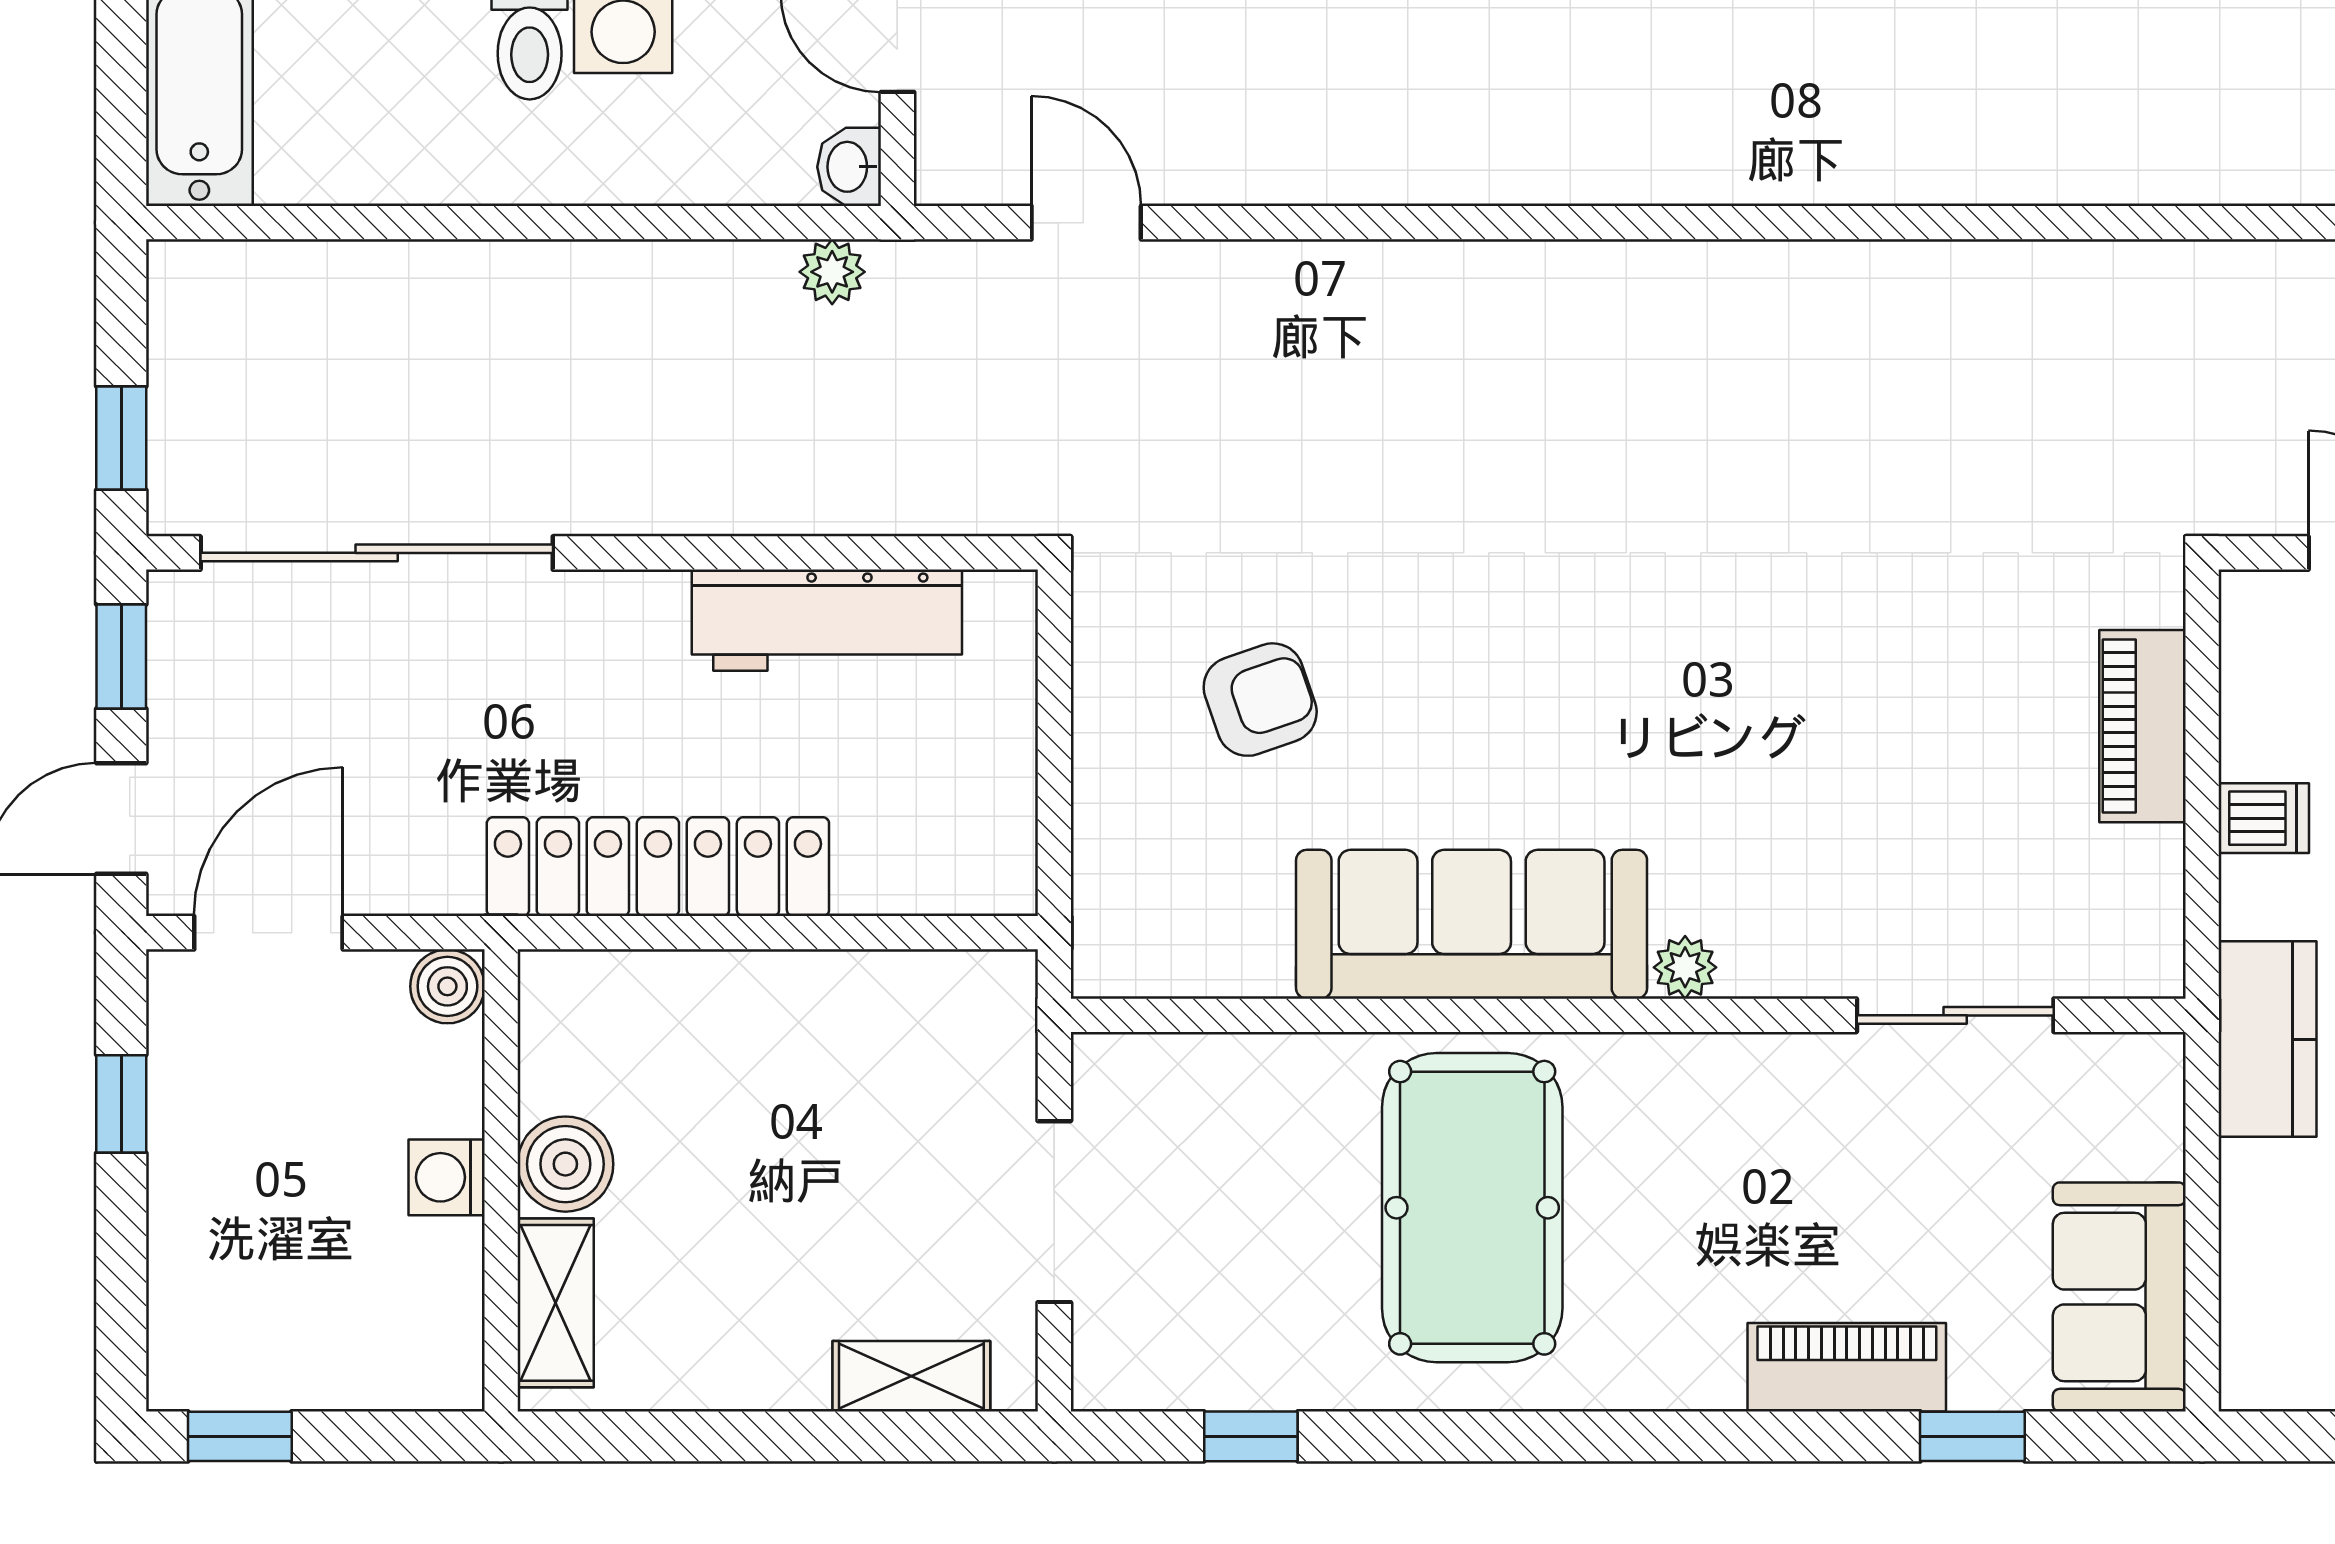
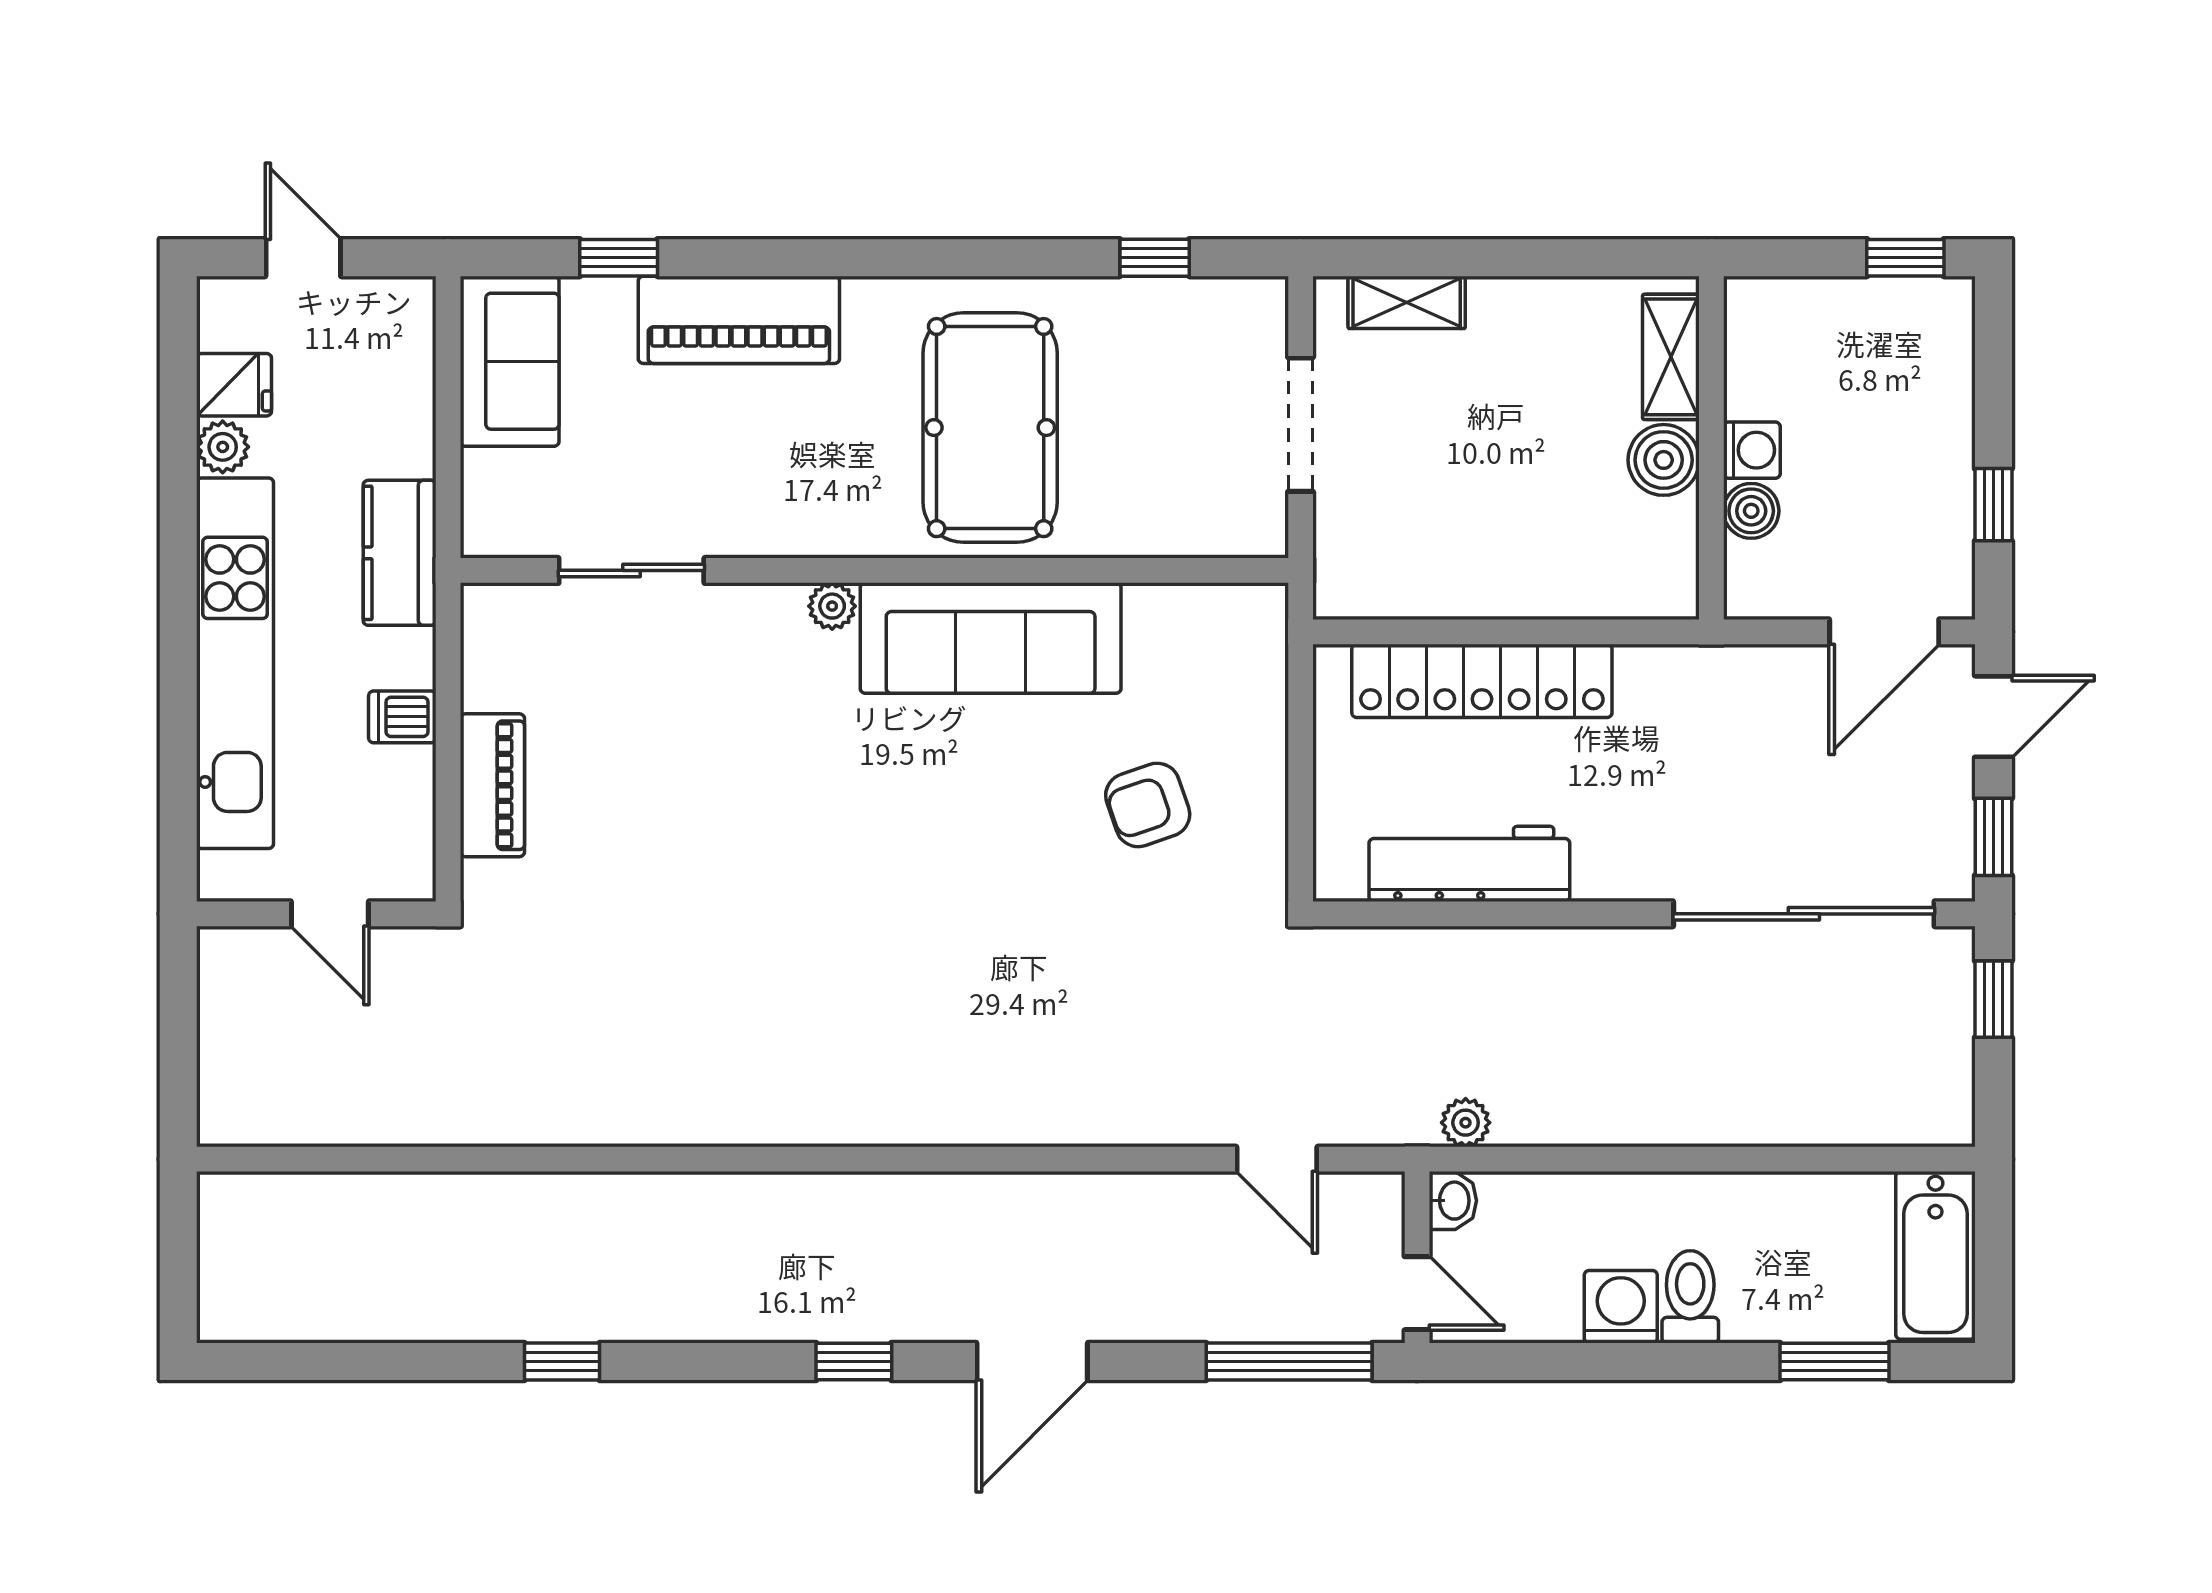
locker: (658, 867) -> (1482, 681), moved
boiler: (447, 986) -> (1751, 511), moved
piano: (1847, 1367) -> (739, 320), width x1.37, depth x1.33

